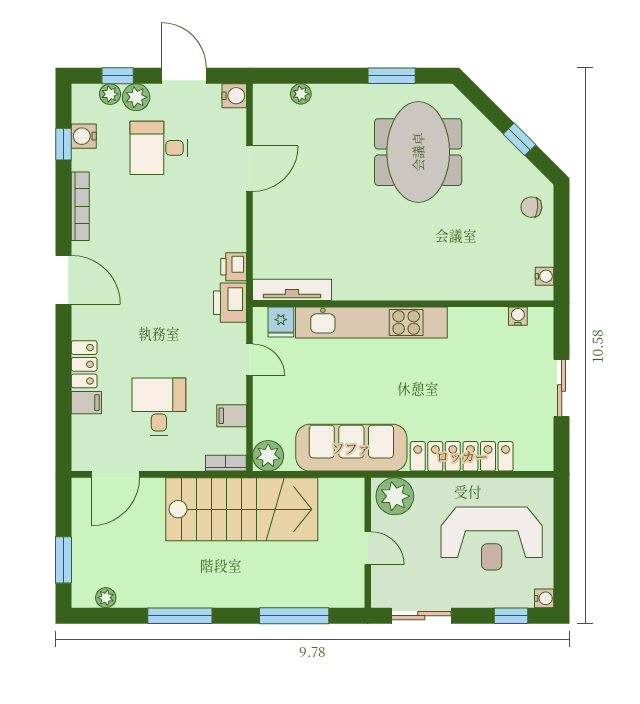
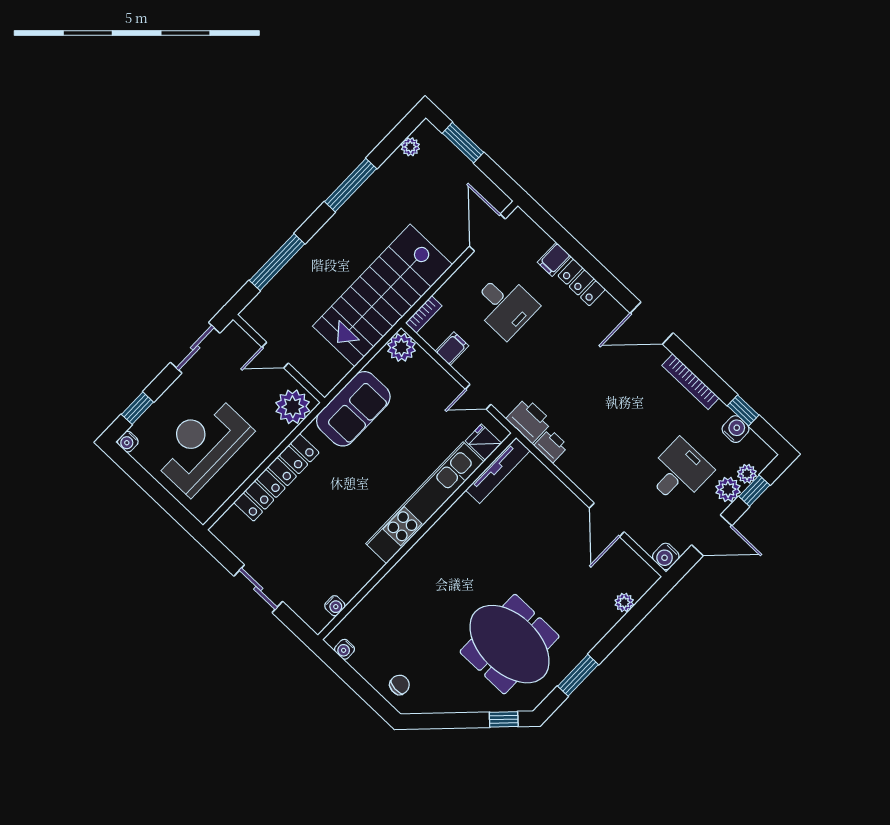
window: (519, 139) -> (504, 719), moved
sofa: (351, 448) -> (353, 409), width x0.73

